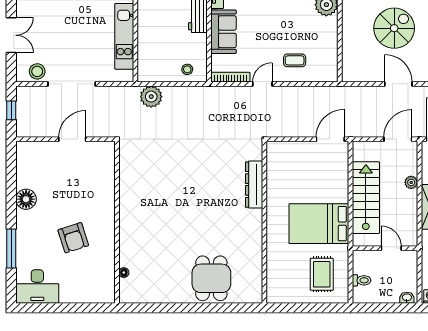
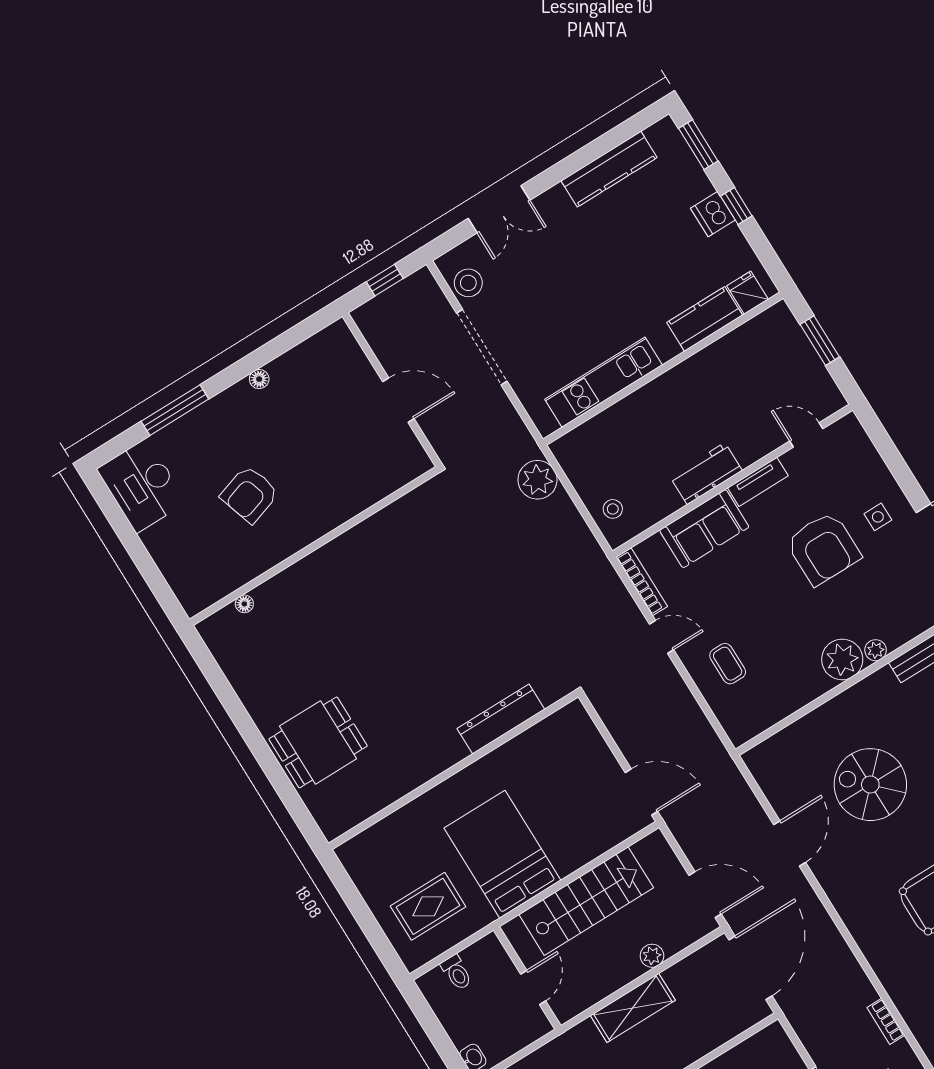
spiral stairs: (394, 28) -> (870, 785), turned 180
floor lamp: (26, 199) -> (259, 379), width x0.53, depth x0.53

